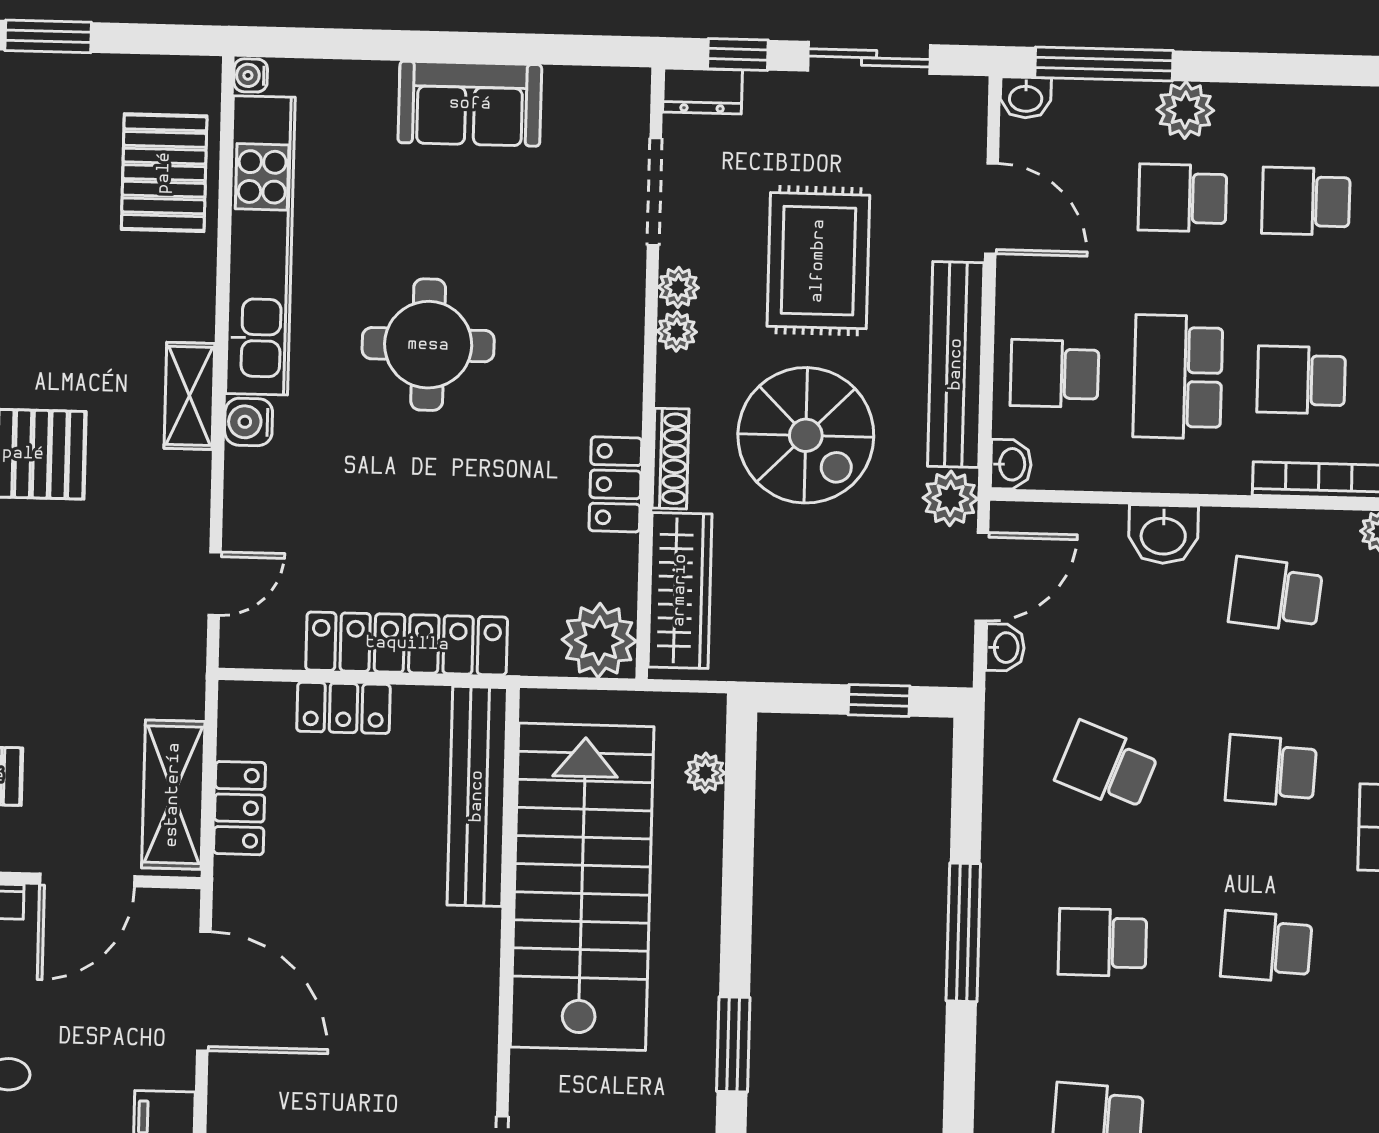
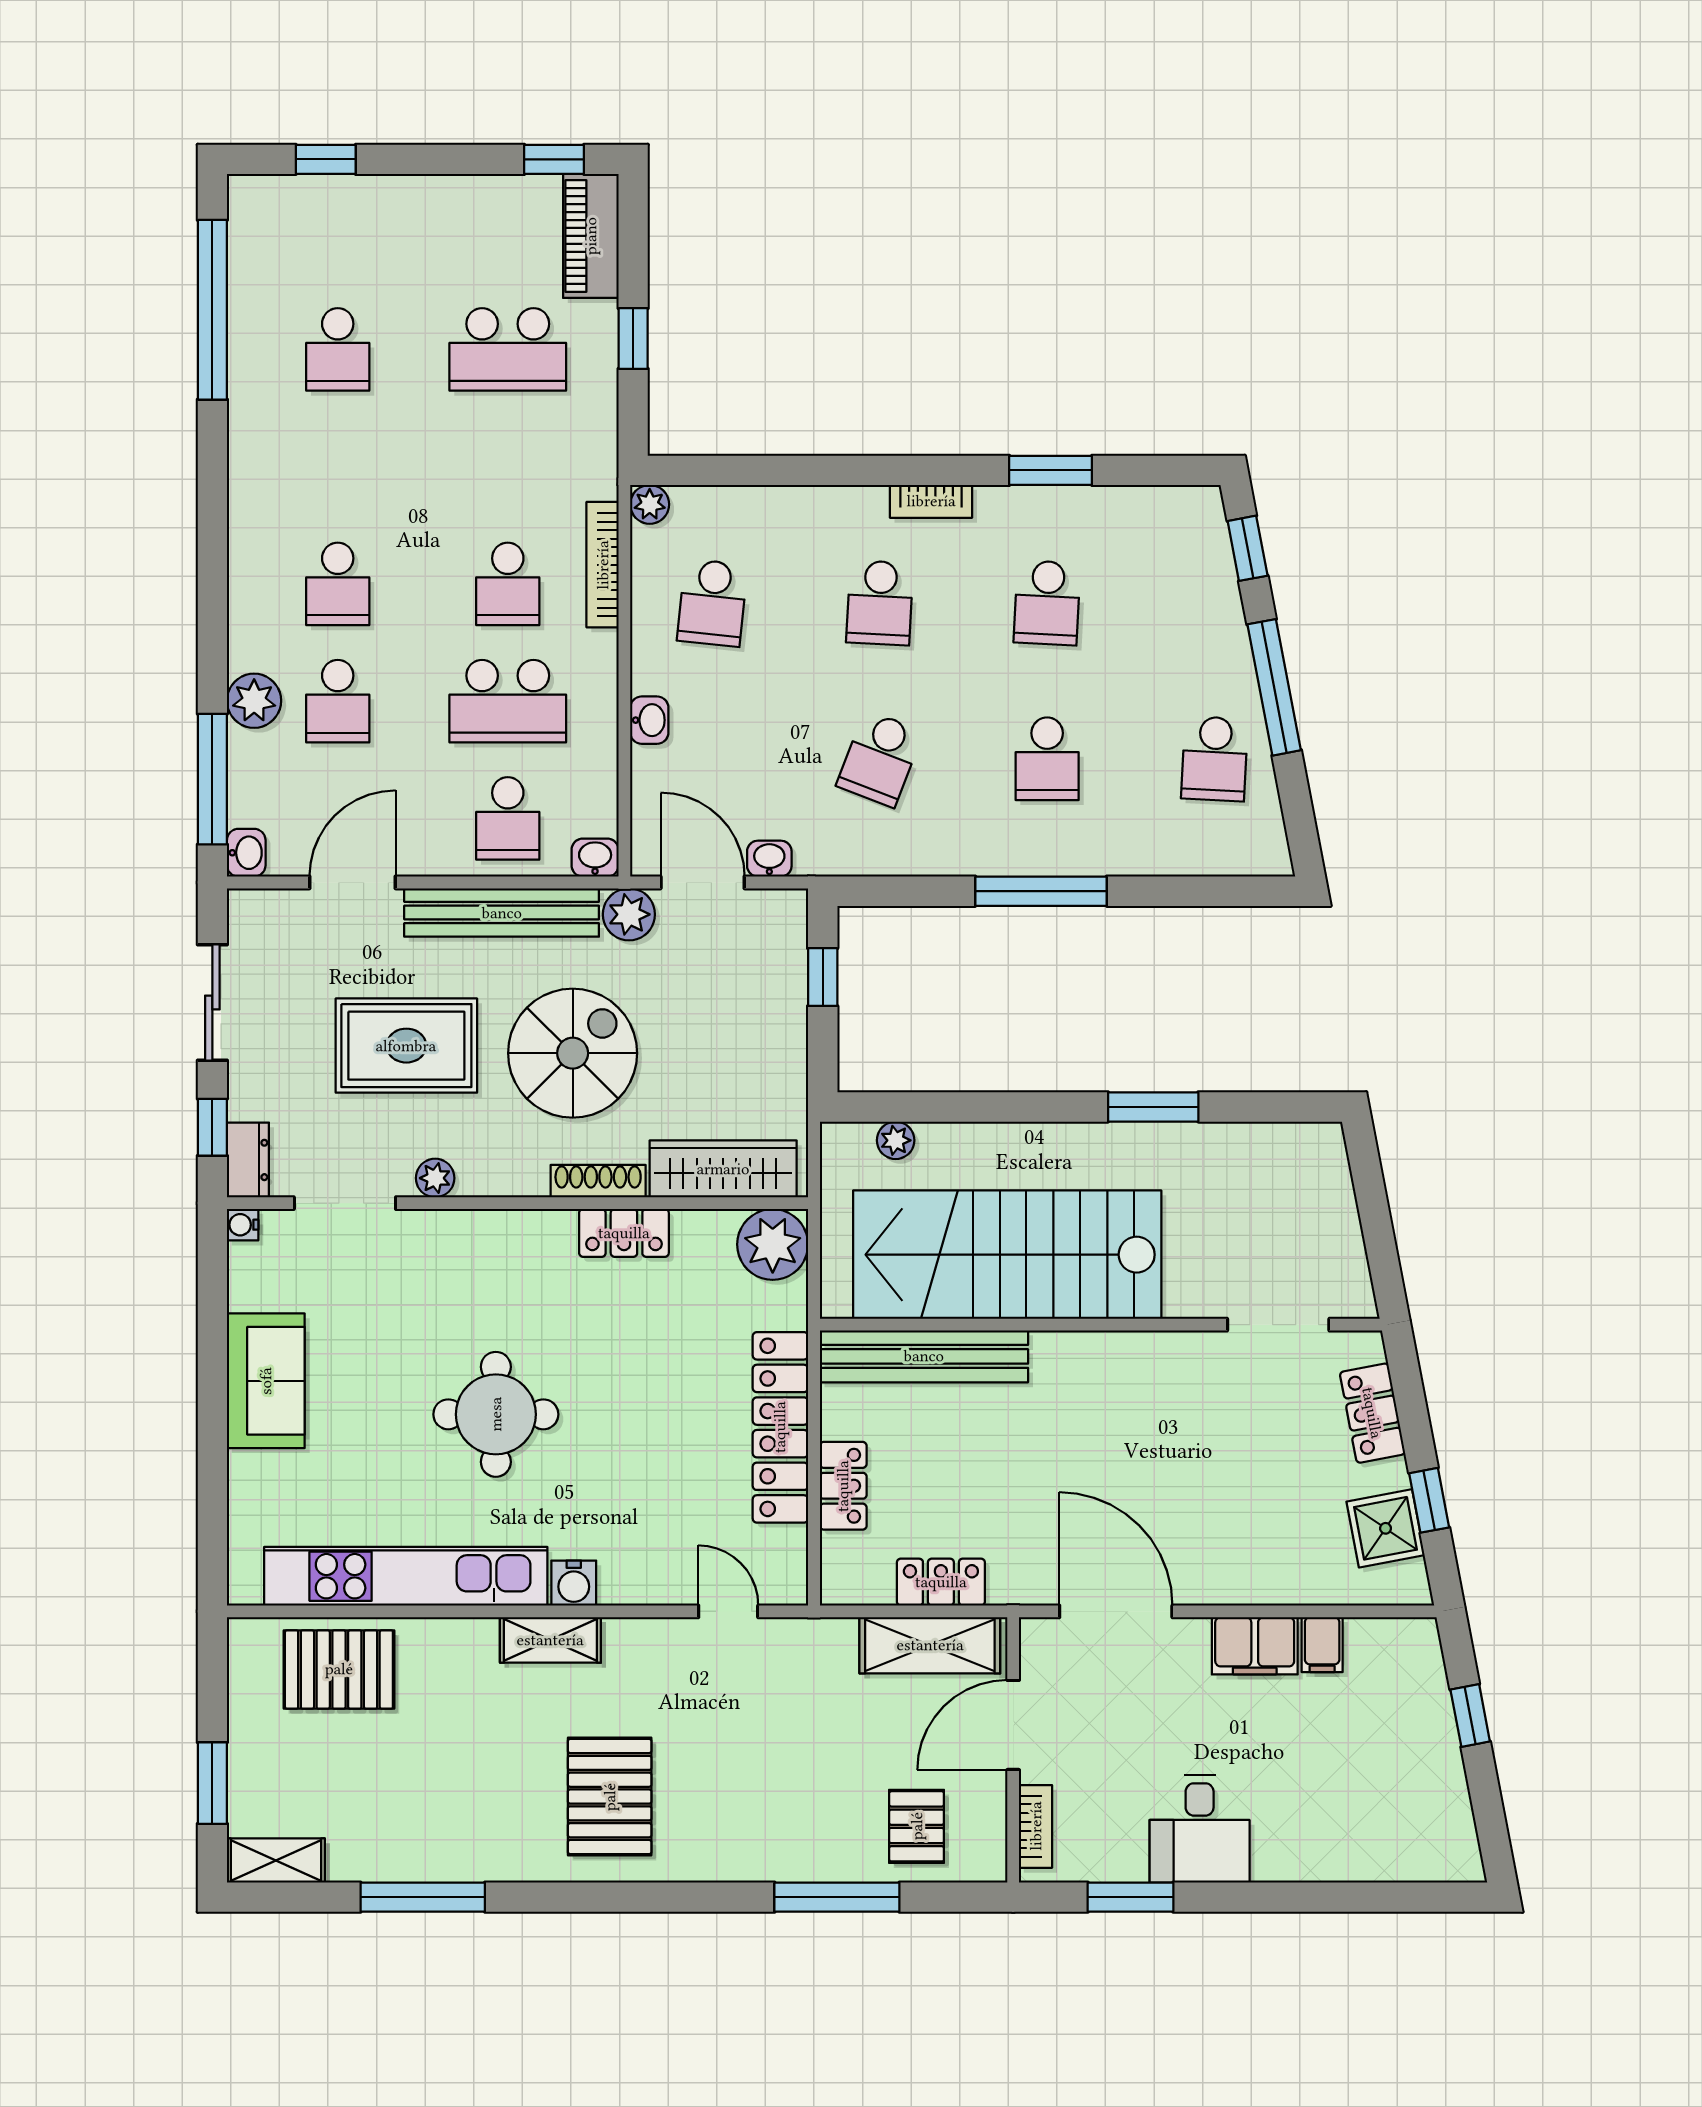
water cooler: (251, 75) -> (243, 1225), moved, turned 90
plant: (677, 332) -> (477, 1178), removed
washbasin: (1163, 534) -> (649, 720), width x0.72, depth x0.69
door: (87, 880) -> (1013, 1725), swing flipped
door: (204, 991) -> (1116, 1611), hinge flipped

